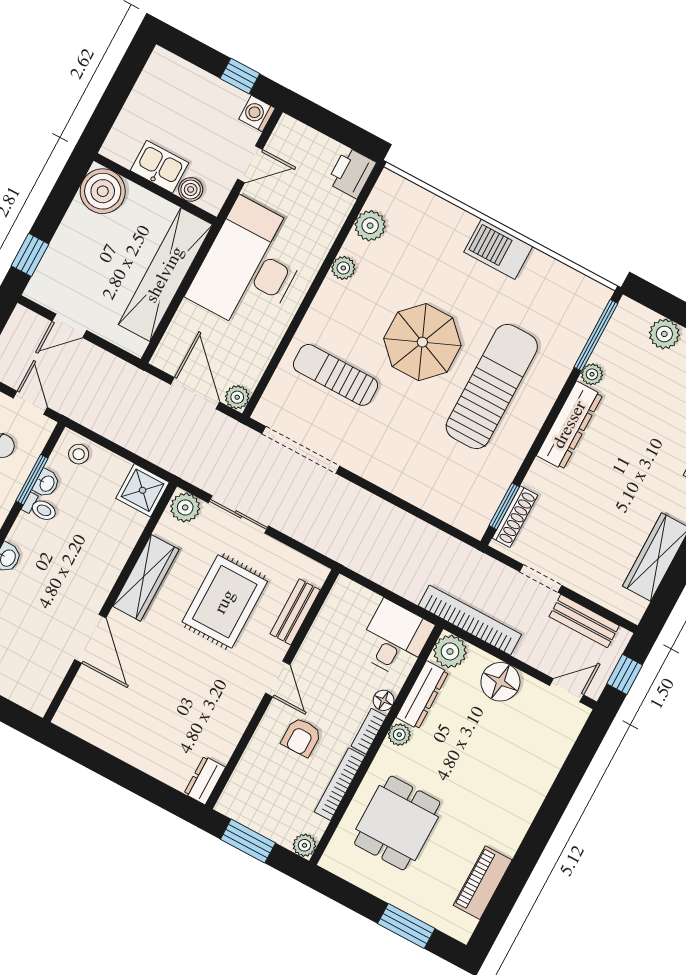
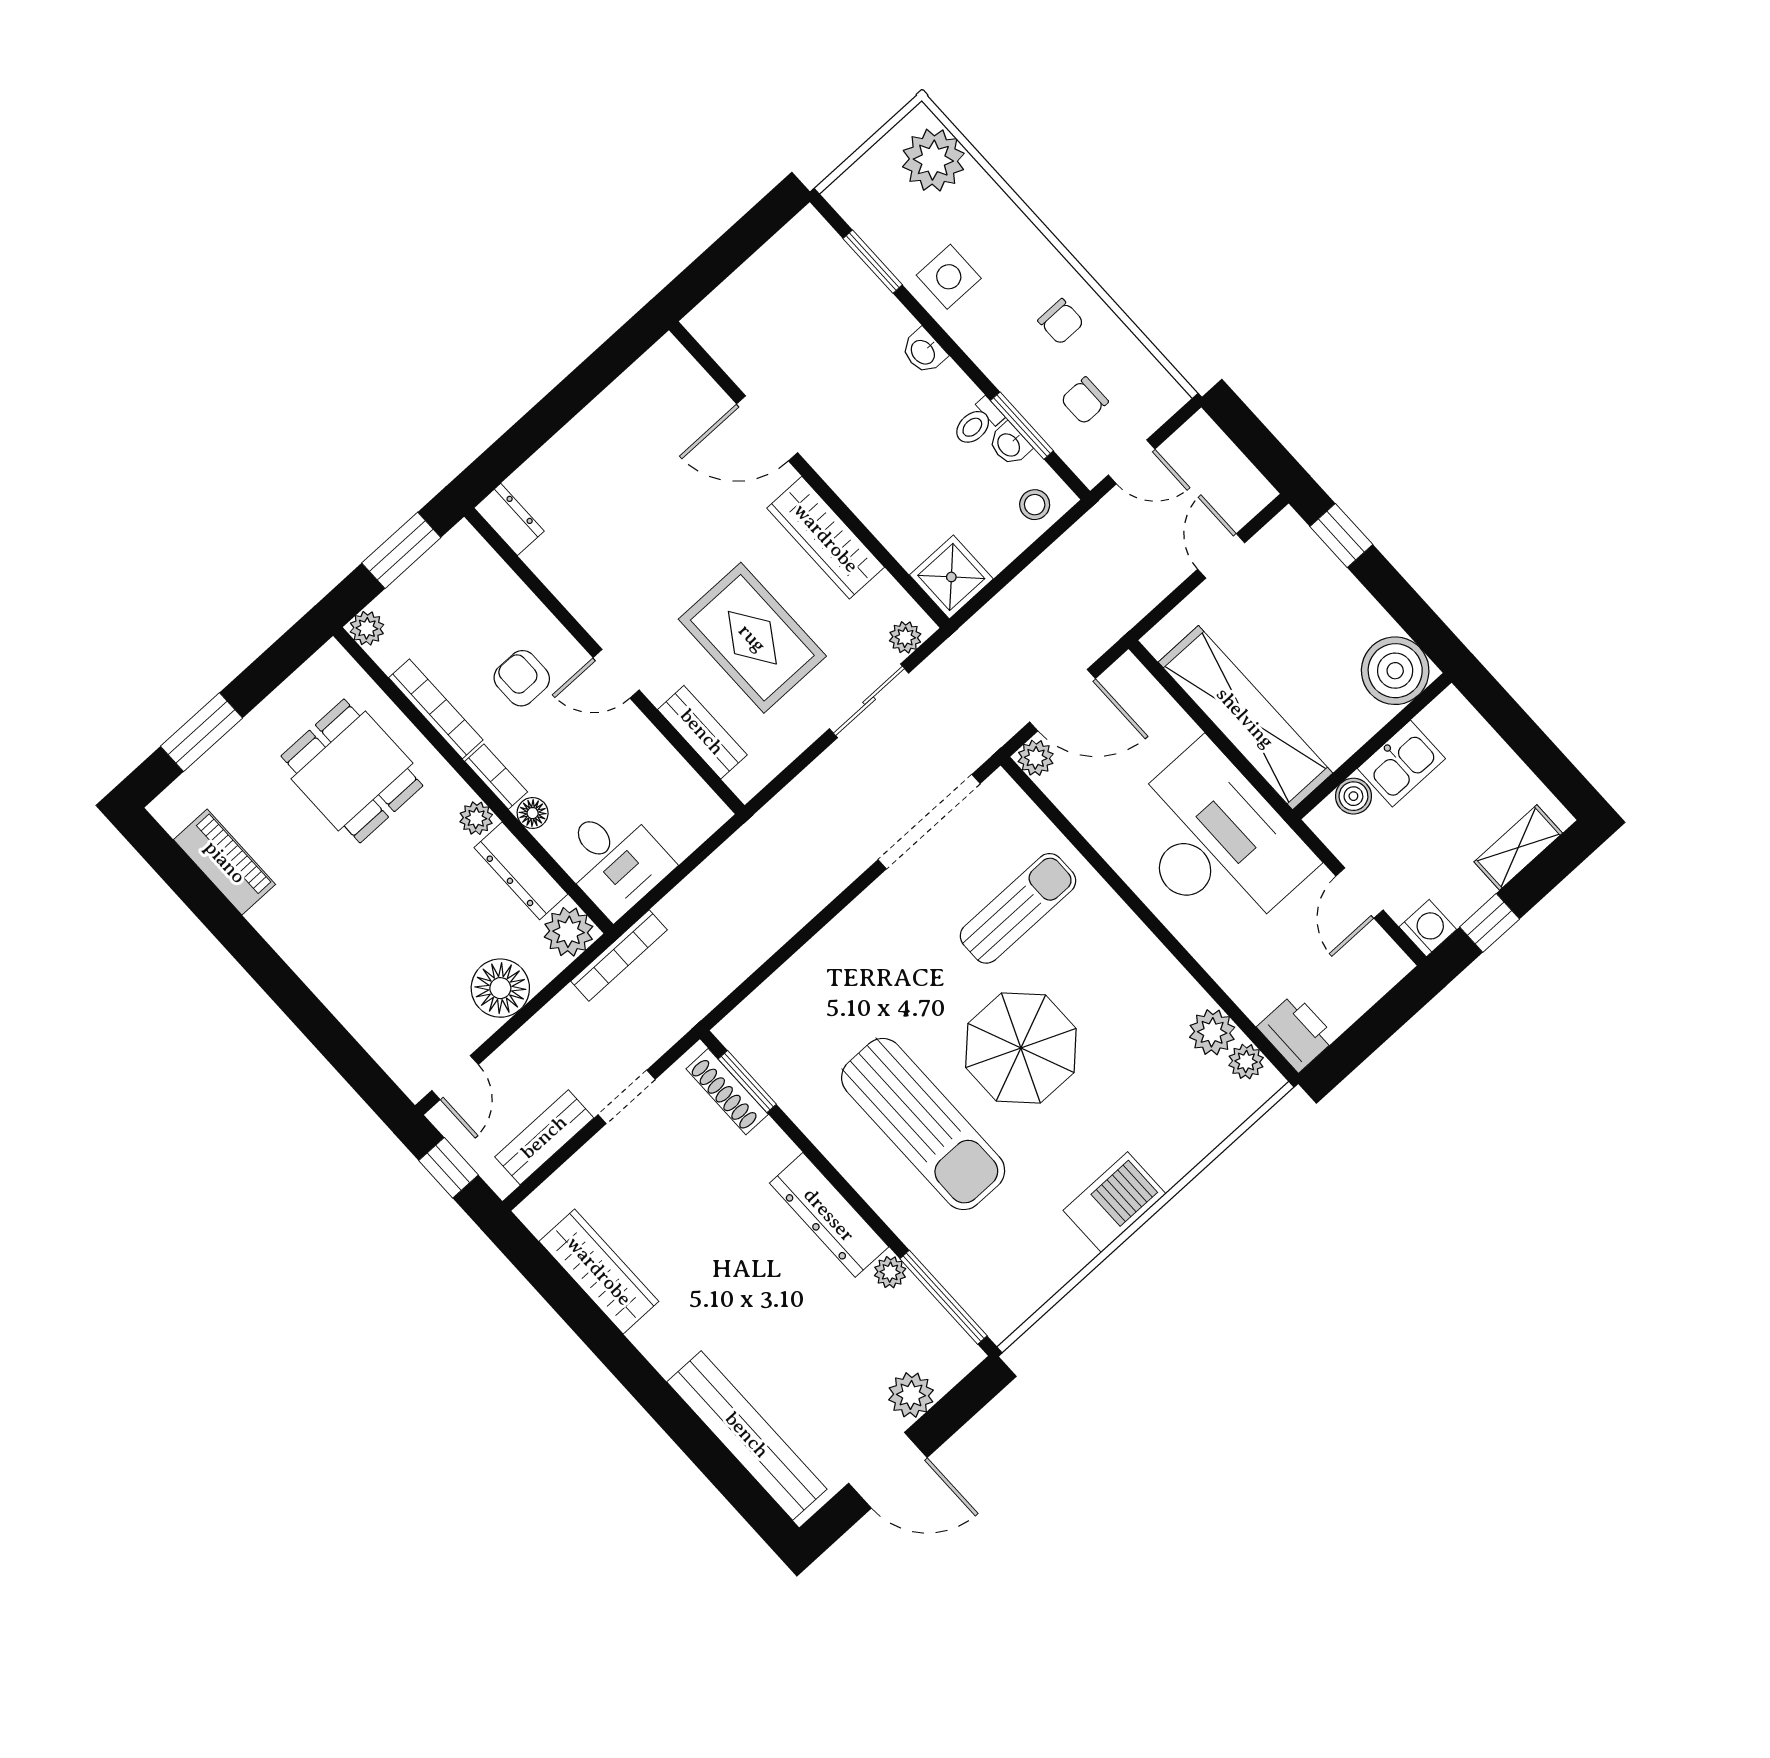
shelving: (186, 75) -> (1518, 847), added
plant: (343, 268) -> (1246, 1062), moved
plant: (185, 507) -> (905, 637), width x0.73, depth x0.73
bookcase: (470, 620) -> (619, 955), width x0.68, depth x0.76

